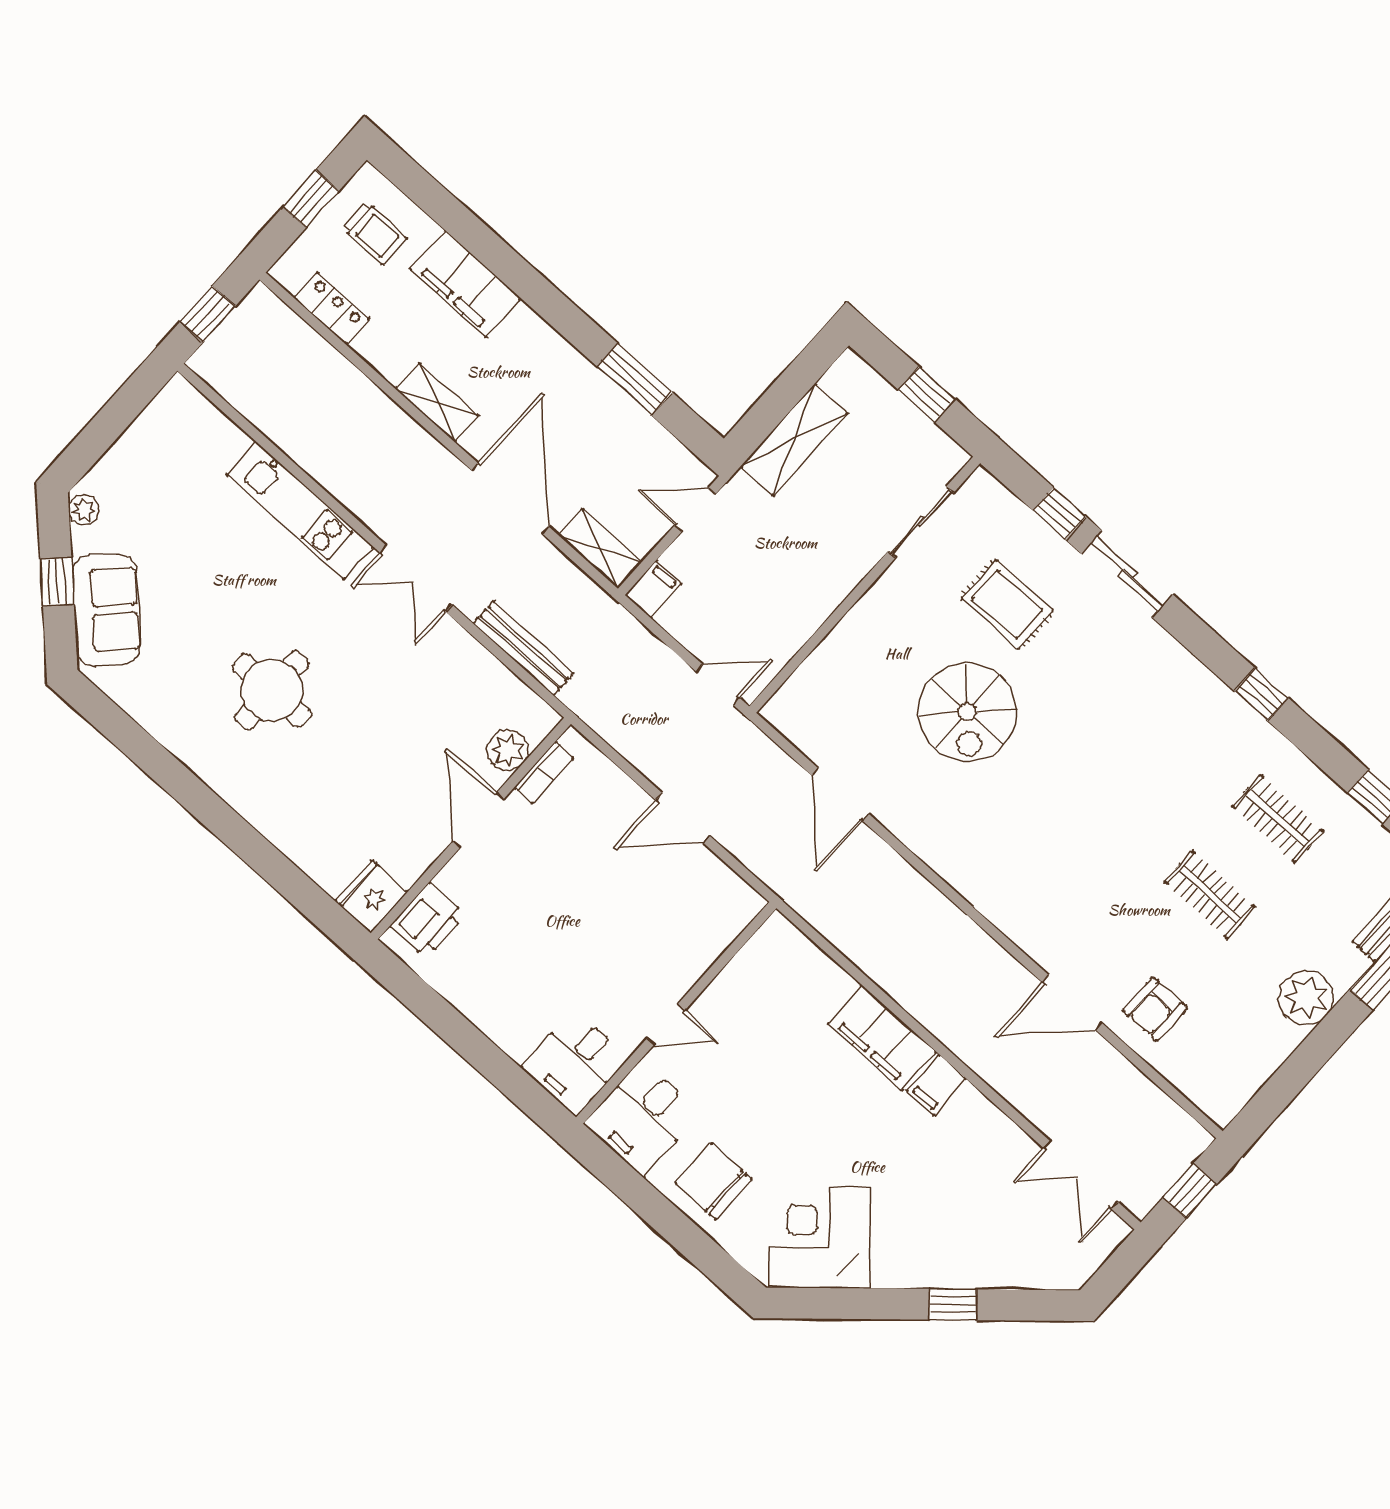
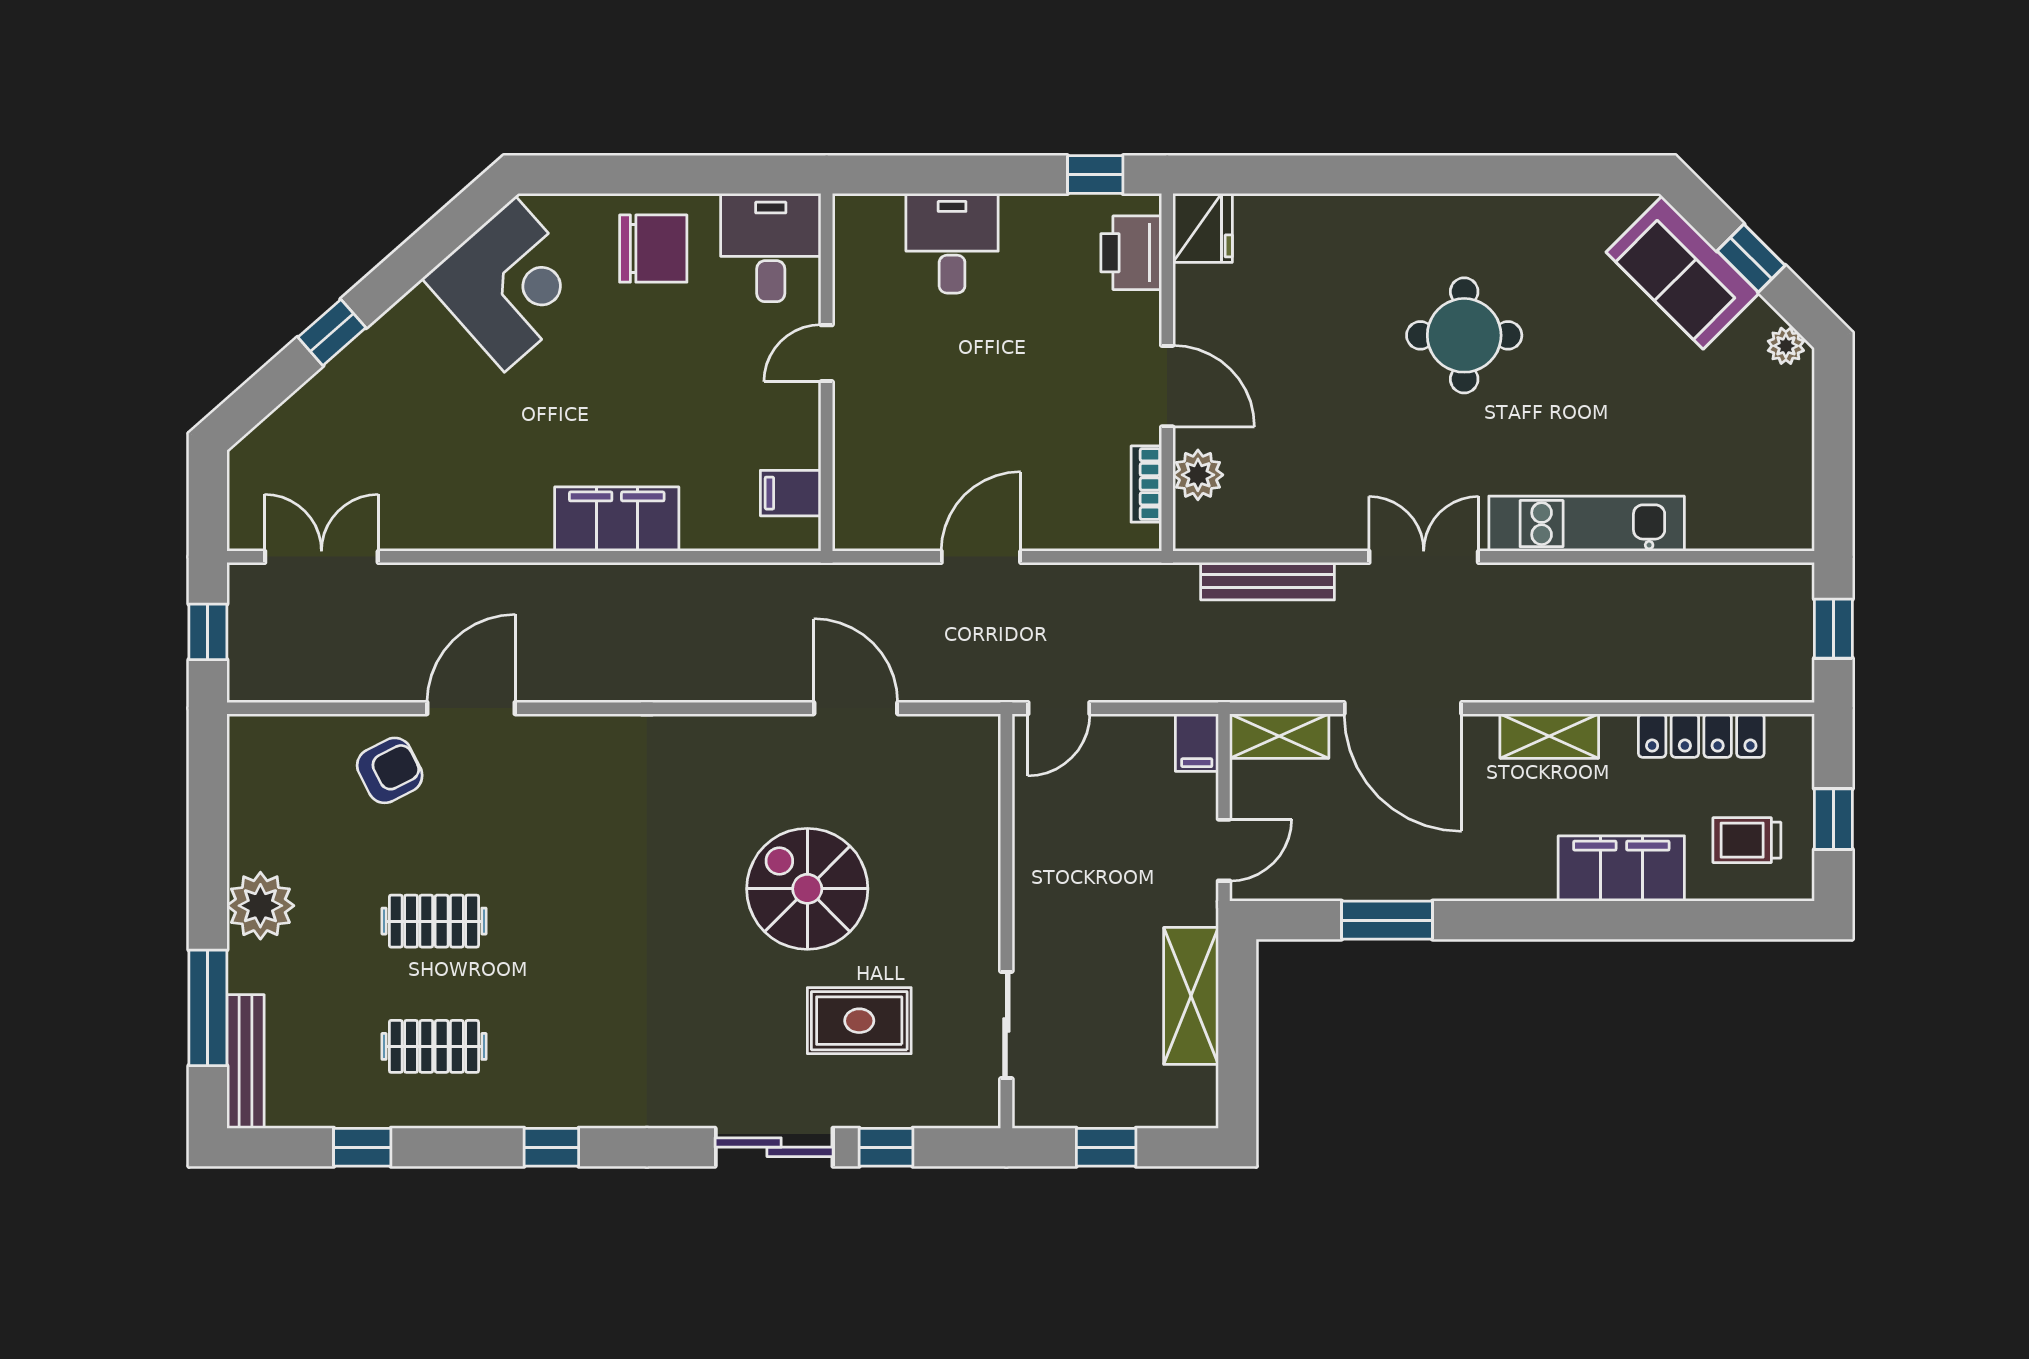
locker: (332, 308) -> (1701, 736), width x1.53
window: (407, 987) -> (1095, 175), added
armchair: (1155, 1009) -> (390, 770), turned 63
desk: (575, 1063) -> (952, 243), moved
filing cabinet: (936, 1085) -> (791, 493), moved, turned -90

